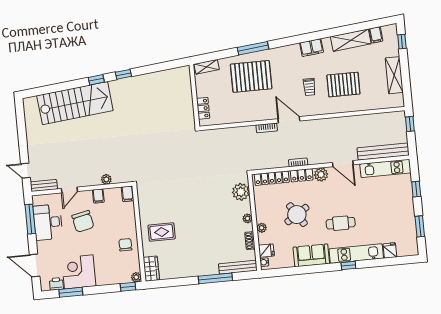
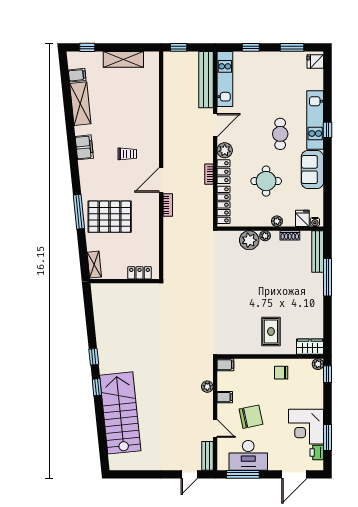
pallet: (251, 76) -> (110, 217), turned 90
pallet: (343, 85) -> (128, 116), removed
plant: (241, 192) -> (249, 240), moved
round table: (297, 215) -> (266, 181), turned 33
fridge: (390, 250) -> (315, 62), moved

